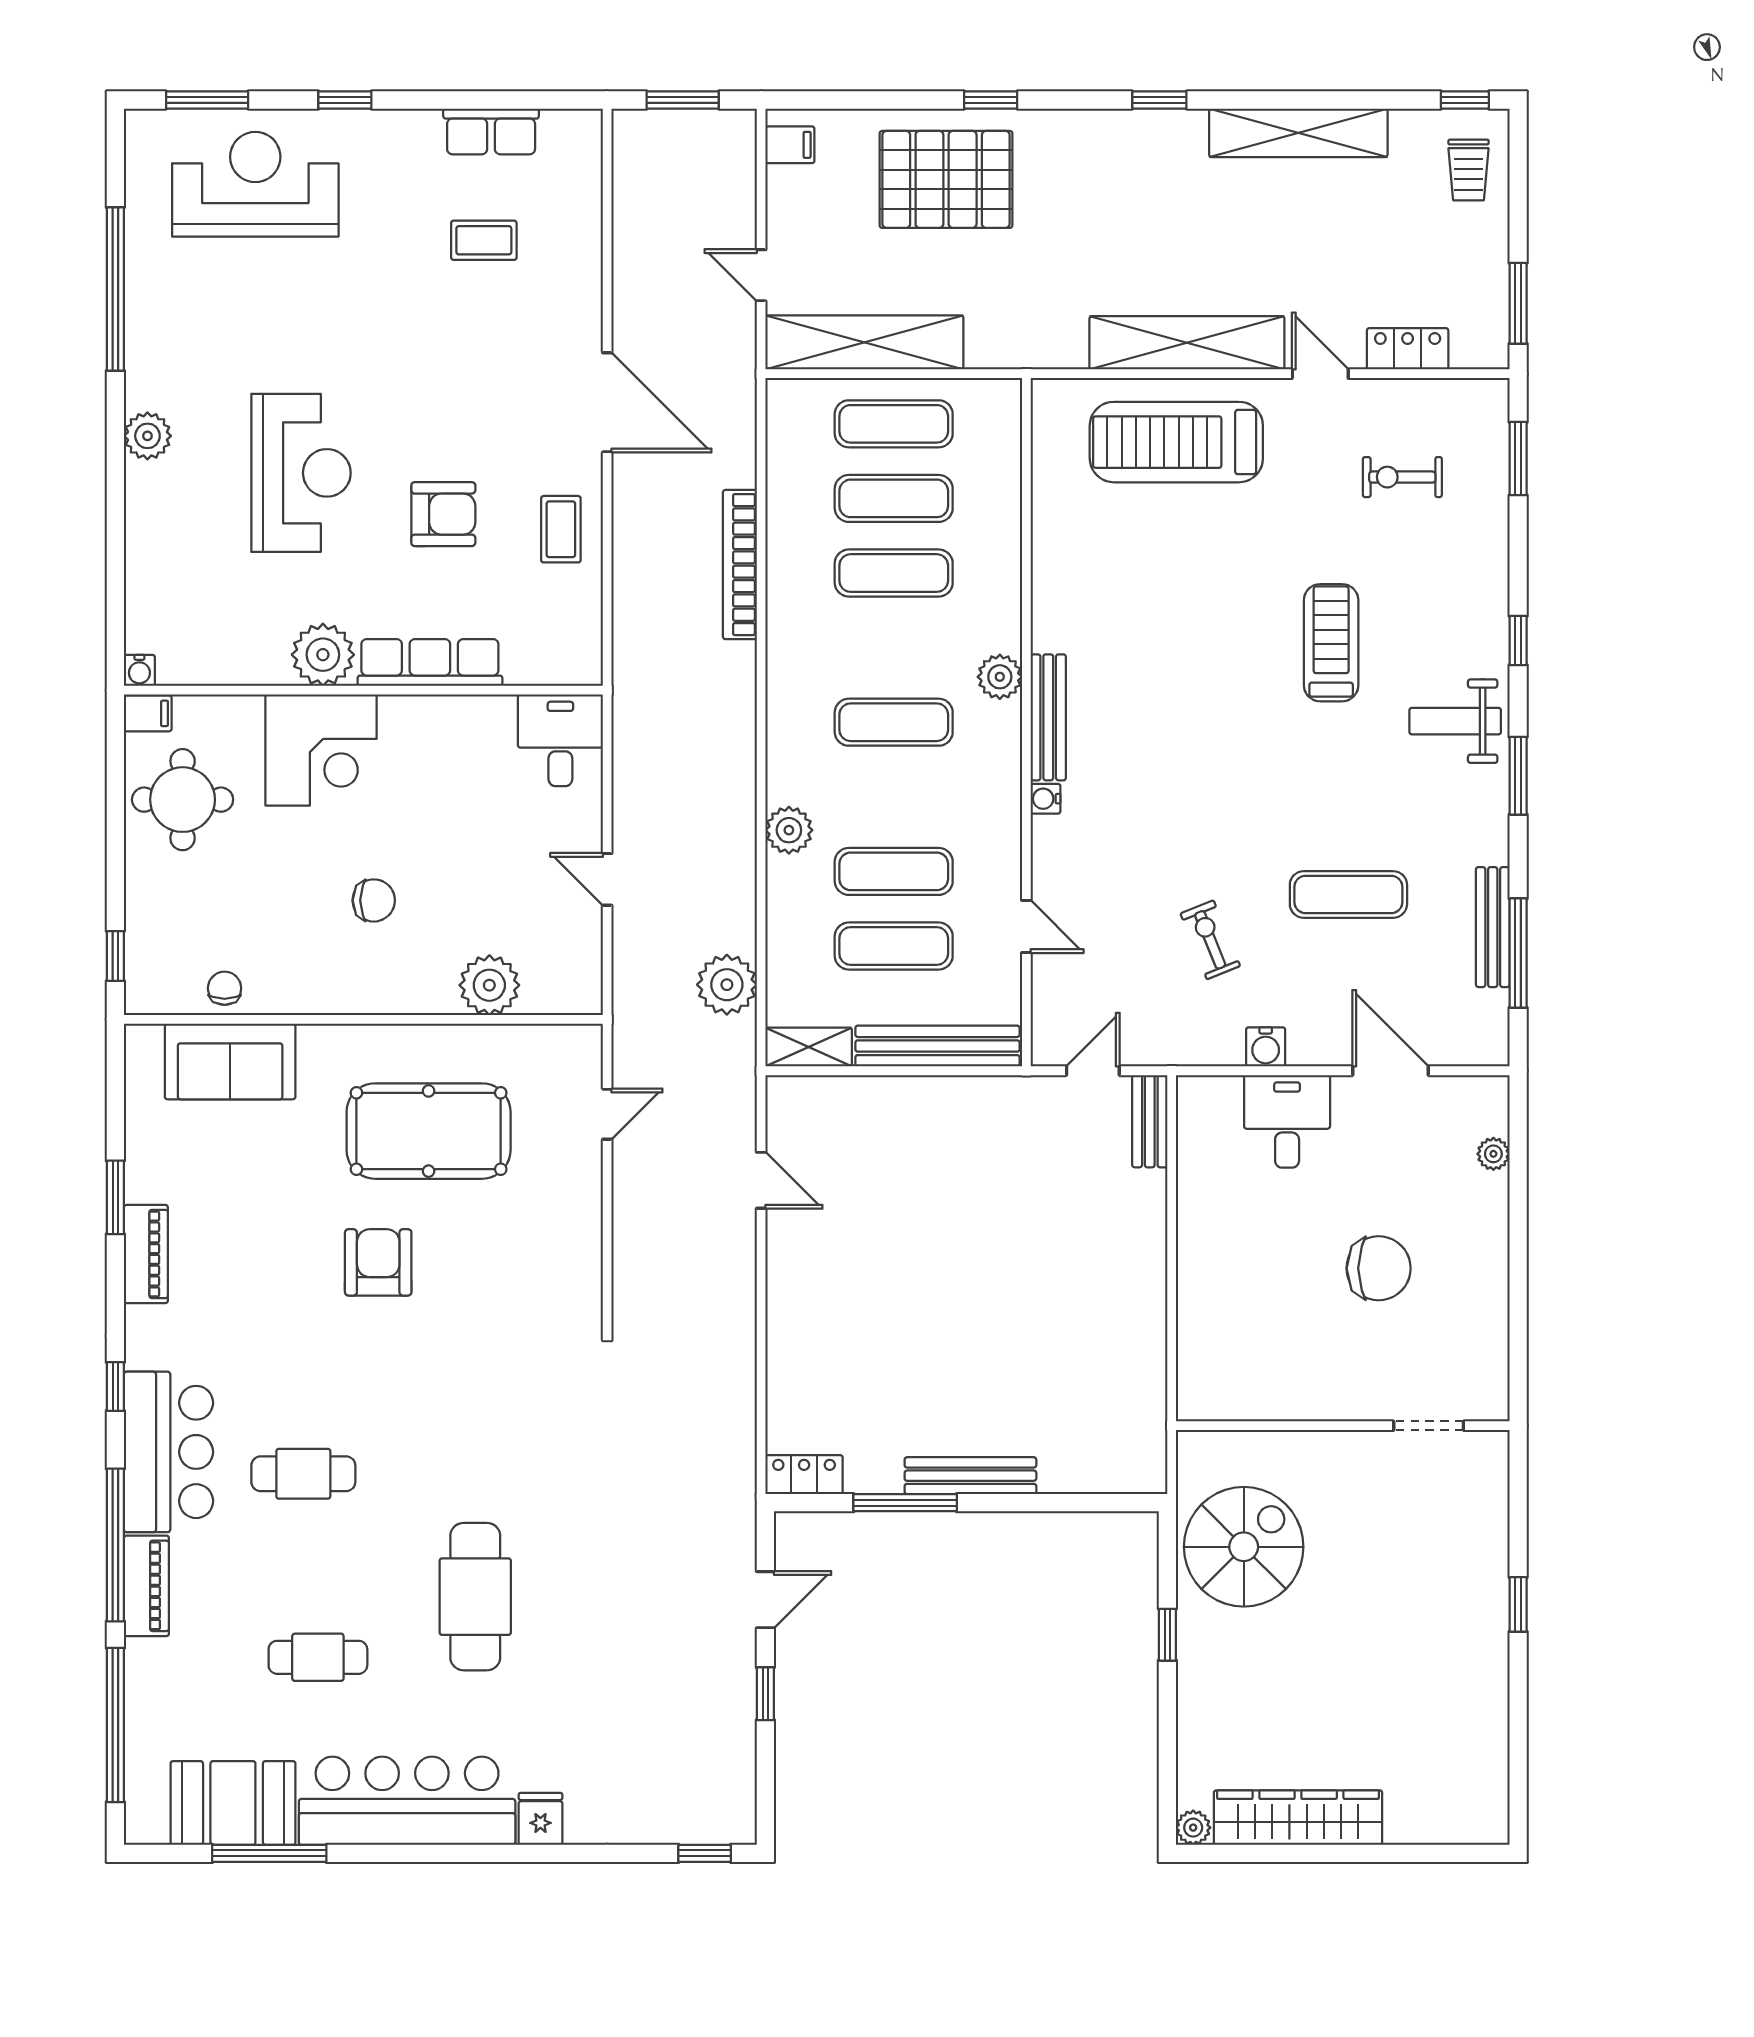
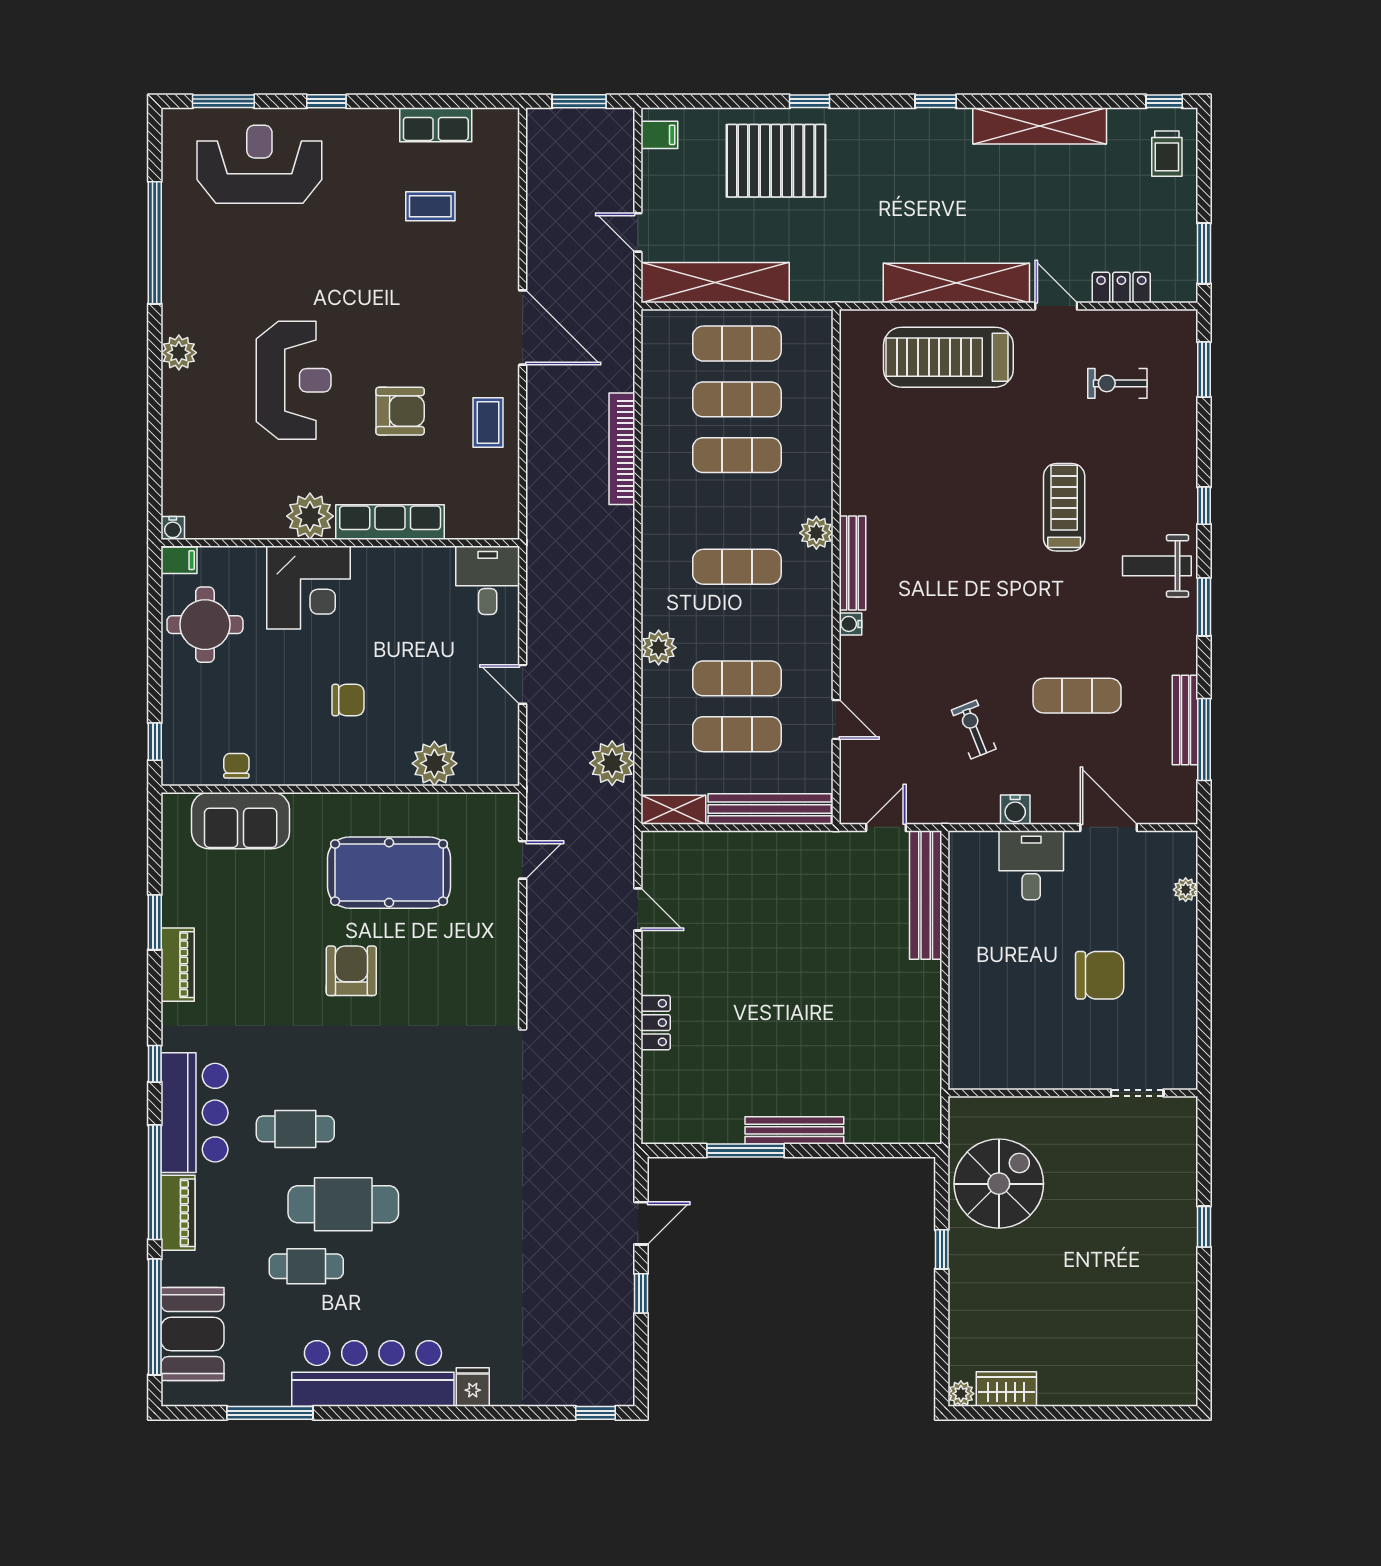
bench: (1150, 1121) -> (926, 895), width x1.86, depth x1.21
locker: (804, 1475) -> (656, 1023), moved, turned 90
cafe table: (475, 1597) -> (343, 1204), moved, turned 90
booth: (233, 1803) -> (192, 1334), moved, turned 90
wardrobe: (1298, 1818) -> (1006, 1389), width x0.48, depth x0.85

